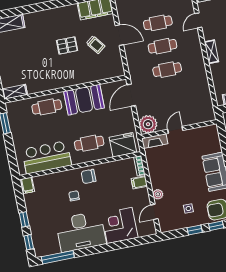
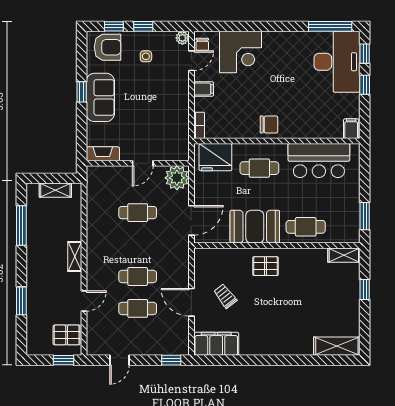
pallet: (67, 45) -> (266, 266), moved
cafe table: (167, 70) -> (138, 213), moved
fireplace: (155, 141) -> (103, 154), moved
filing cabinet: (139, 182) -> (204, 89), moved
plant: (158, 194) -> (182, 38), moved
chair: (74, 196) -> (202, 44), moved
desk: (81, 232) -> (337, 62), moved, turned 90

